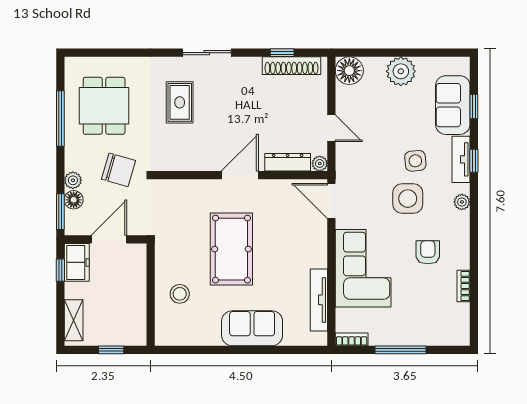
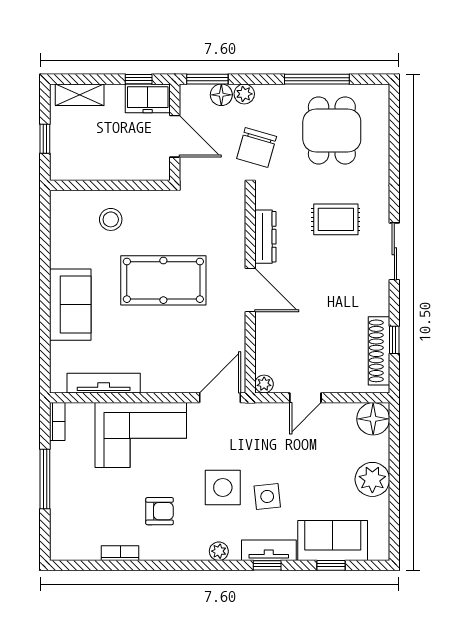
dining table: (104, 106) -> (332, 130), turned 90
dresser: (288, 162) -> (265, 237), moved

